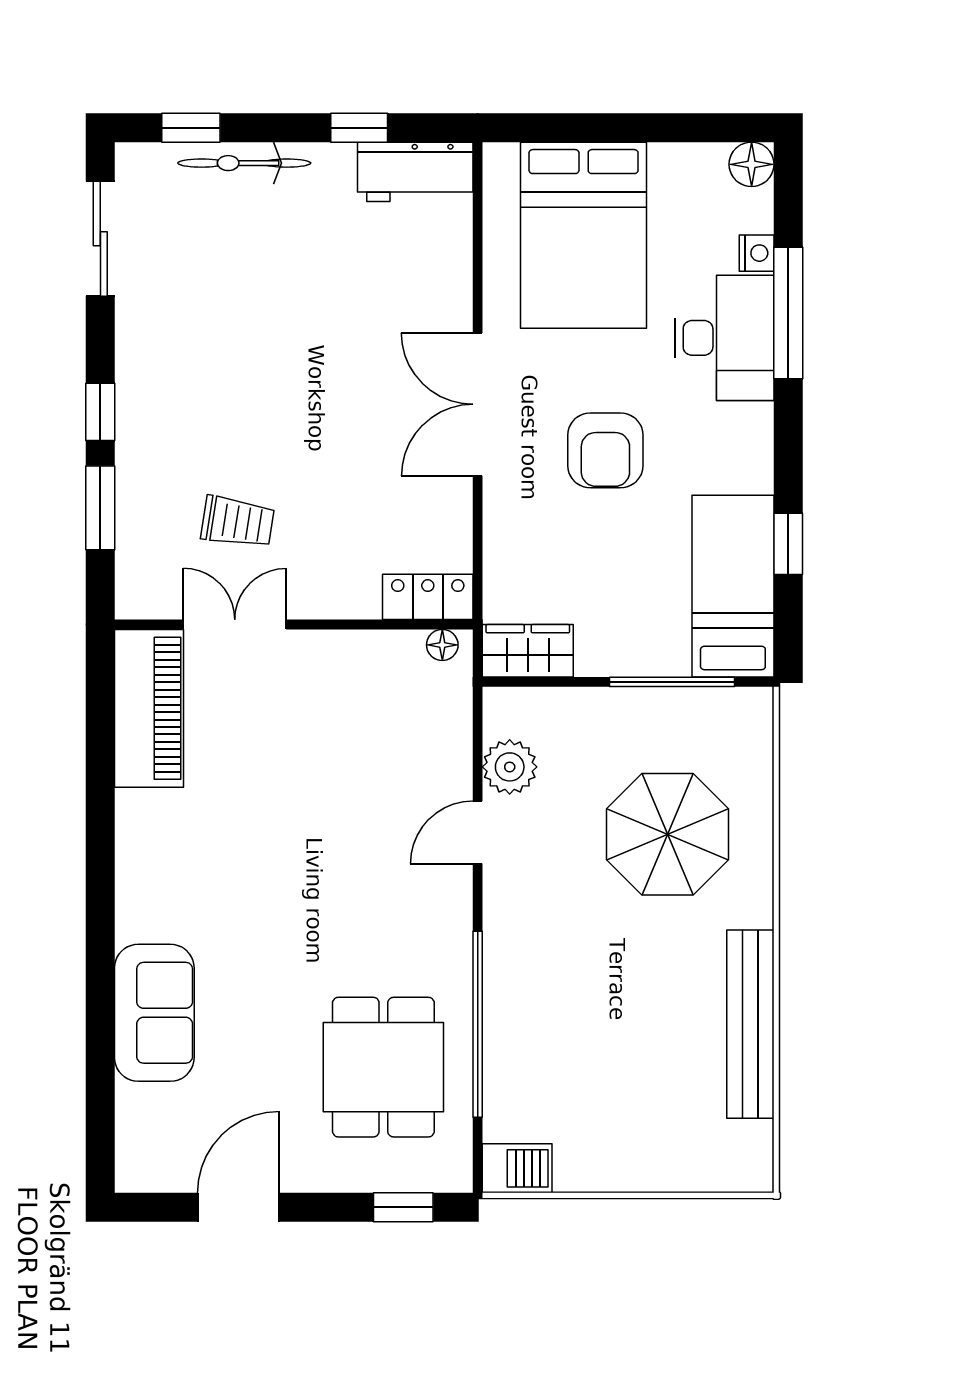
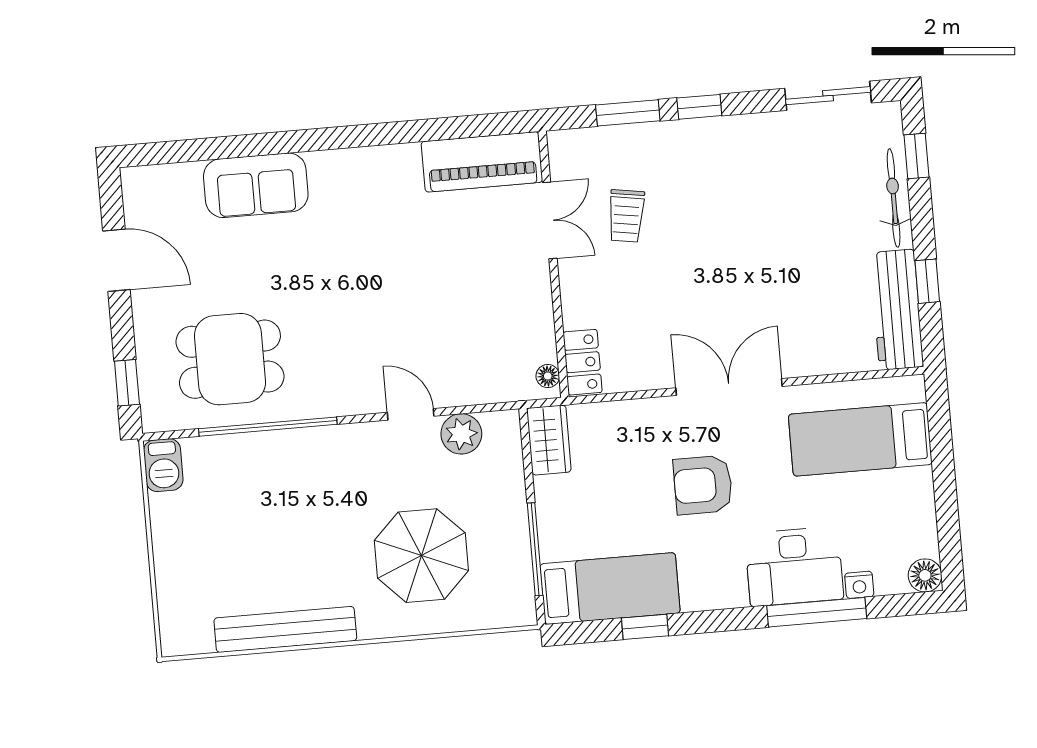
workbench: (415, 172) -> (897, 310), width x1.38
bed: (584, 235) -> (860, 439), width x0.67

